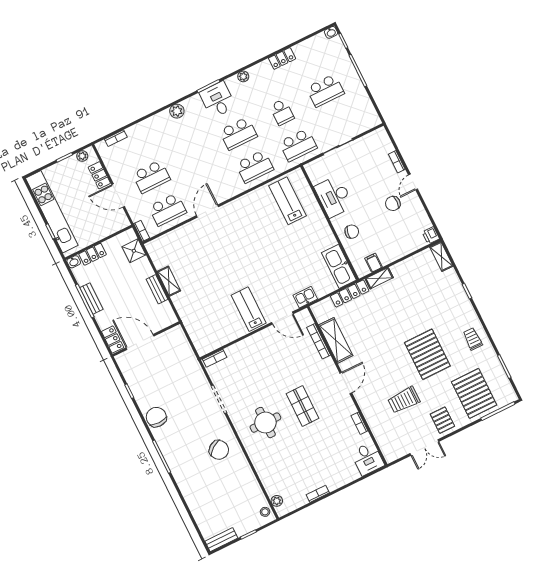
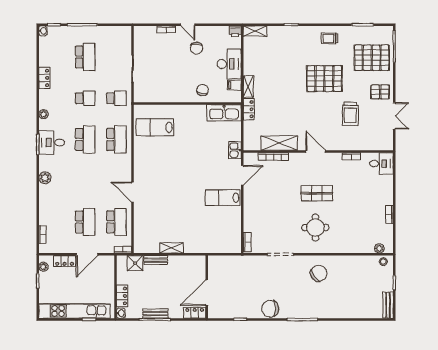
school desk: (298, 145) -> (116, 98), width x0.54
desk: (334, 197) -> (229, 64), moved, turned -90
bench: (157, 289) -> (156, 260), moved
locker: (350, 293) -> (249, 109), width x0.66

